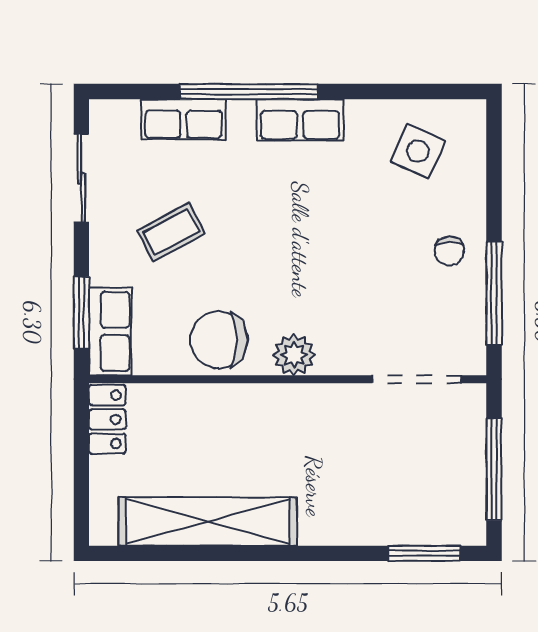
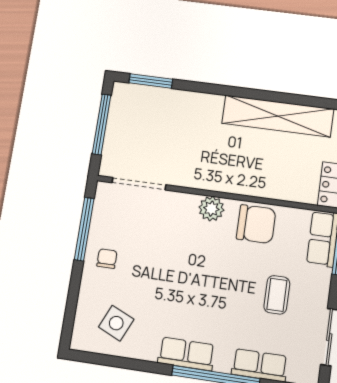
coffee table: (171, 232) -> (277, 295), turned -62

